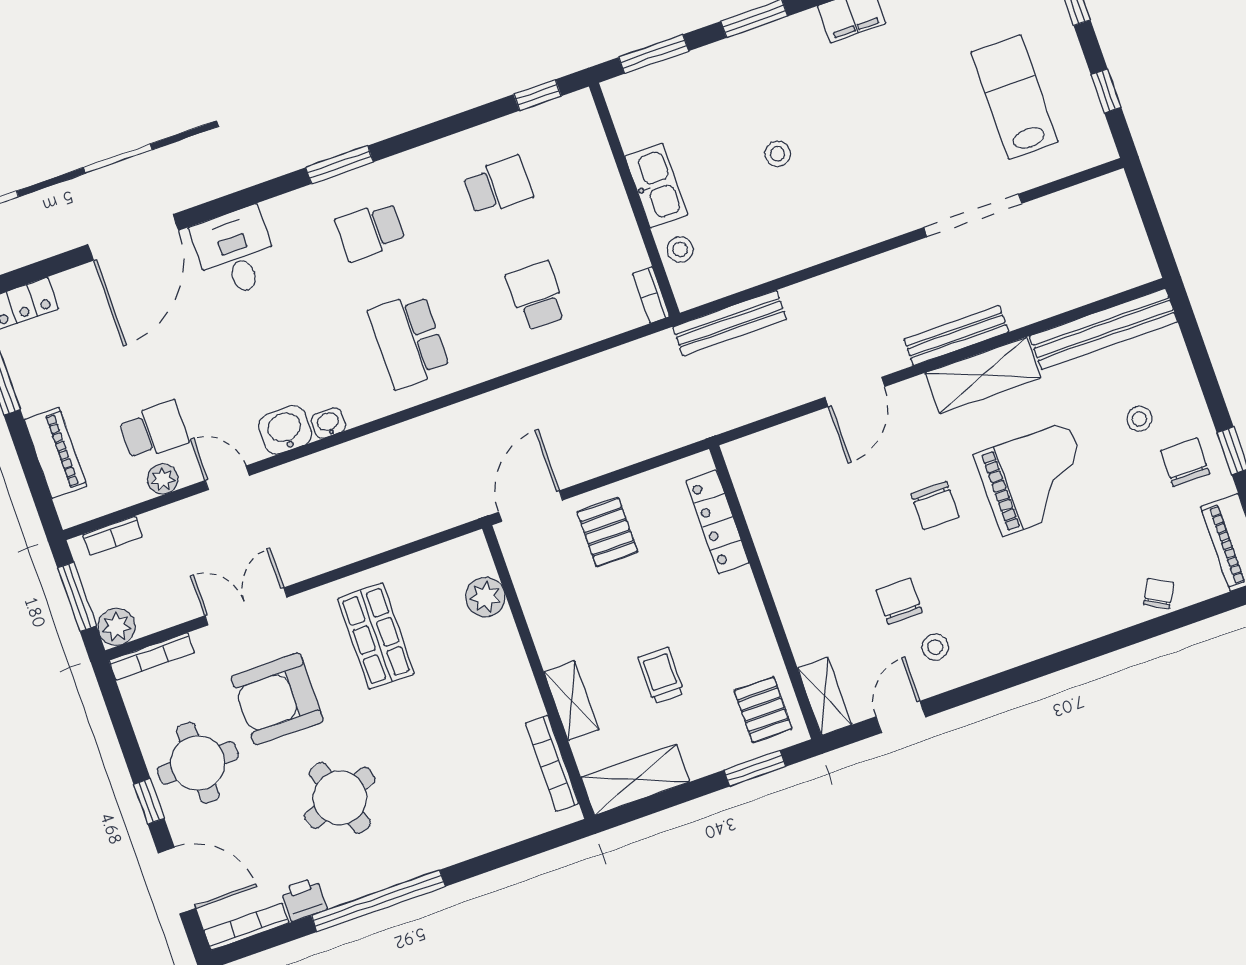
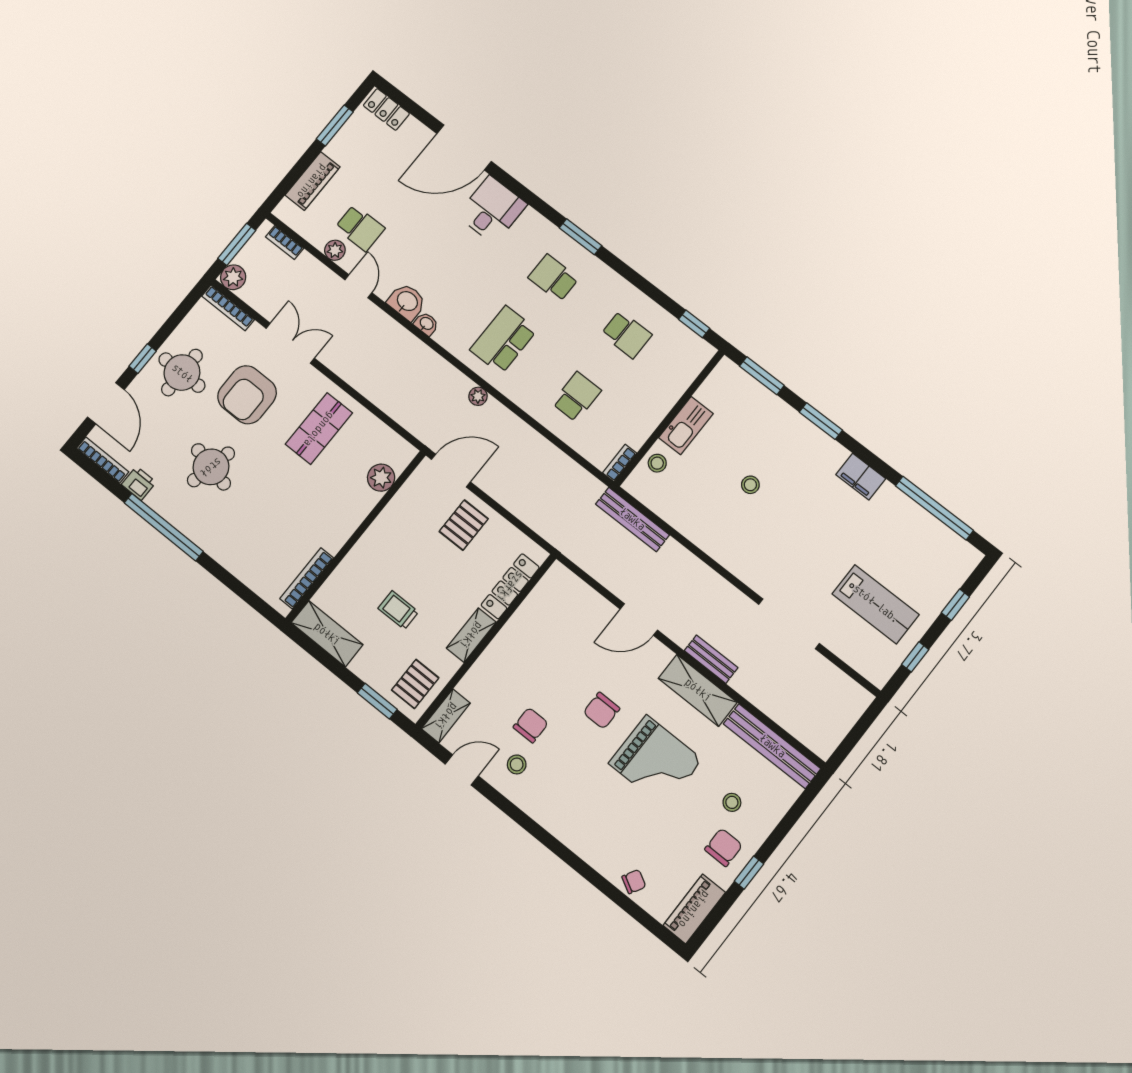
lab bench: (1015, 97) -> (876, 604), turned 90
bench: (956, 336) -> (711, 659), width x0.73
plant: (460, 416) -> (478, 396), added
trolley: (661, 675) -> (398, 610), turned -90
armchair: (277, 699) -> (247, 395), turned -90
shelving: (571, 701) -> (471, 635), moved
round table: (340, 798) -> (211, 467), turned 32

